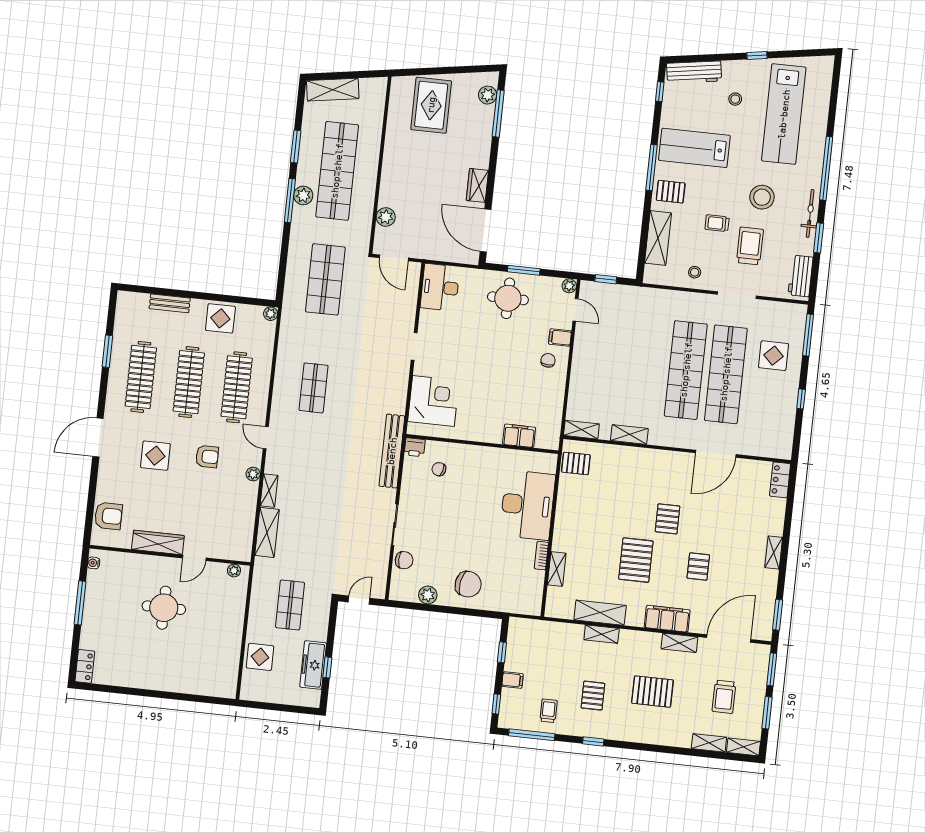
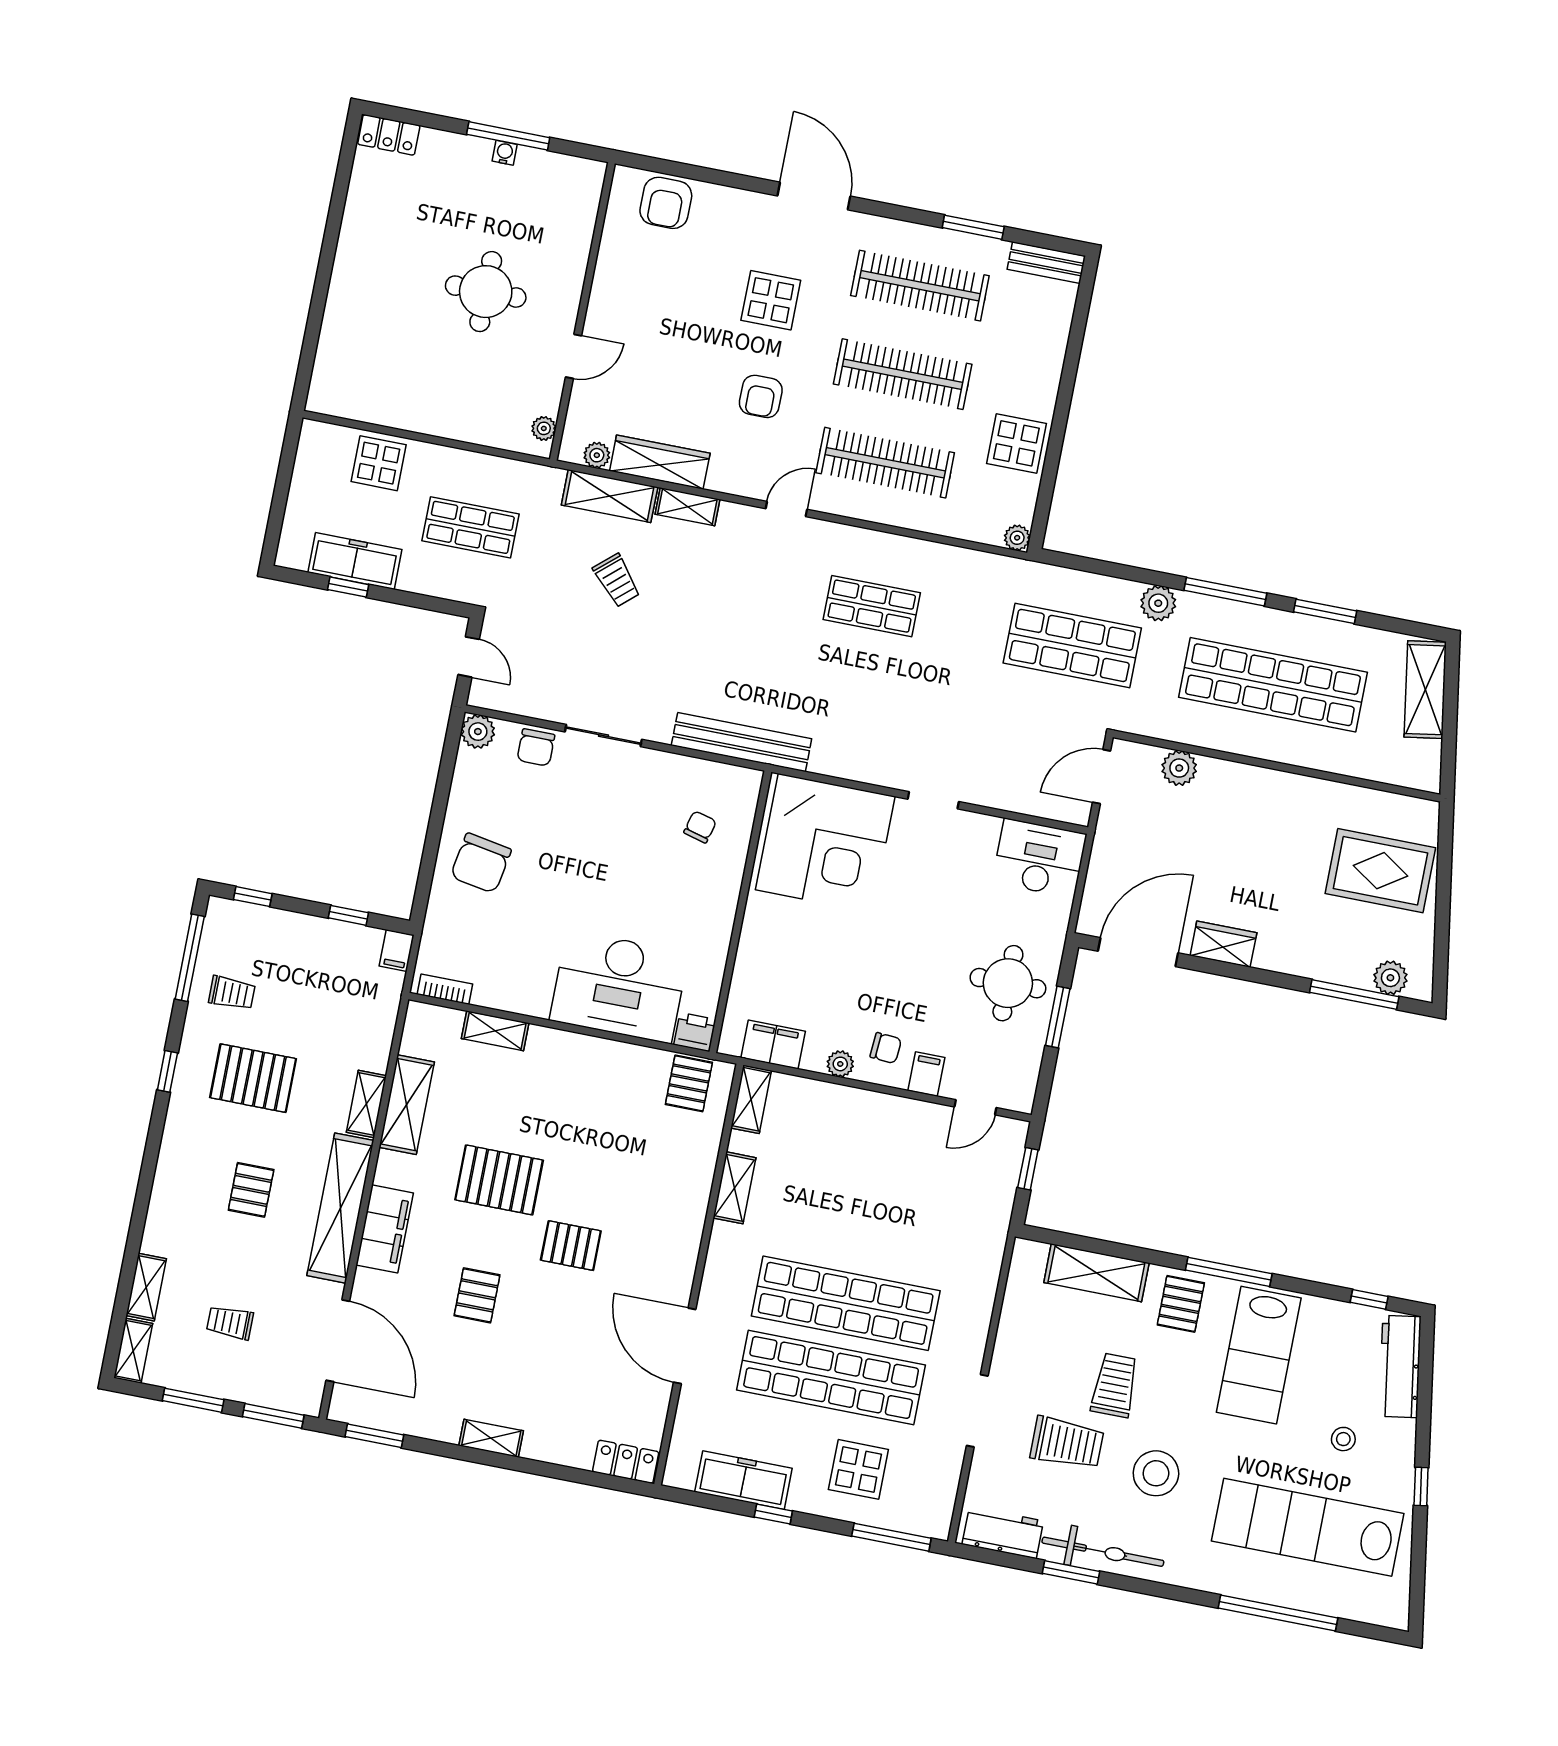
lab bench: (694, 148) -> (1259, 1355), turned 180
window: (826, 168) -> (1278, 1613), moved
plant: (303, 195) -> (1158, 603), moved
bicycle: (810, 213) -> (1103, 1552), width x1.37, depth x1.40
trolley: (717, 223) -> (1115, 1385), width x1.36, depth x1.39
stool: (695, 272) -> (1027, 1336), removed
plant: (569, 286) -> (840, 1064), moved
bench: (170, 303) -> (1046, 263), moved, turned 90
corner desk: (433, 401) -> (825, 843), width x1.36, depth x1.36
freezer: (784, 416) -> (743, 1480), added
filing cabinet: (519, 436) -> (773, 1045), moved, turned -90
printer: (415, 447) -> (695, 1032), moved, turned 90
plant: (253, 474) -> (597, 455), moved
trolley: (312, 525) -> (617, 580), added
wardrobe: (158, 542) -> (660, 462), moved, turned -90
bookcase: (541, 556) -> (445, 989), moved
door: (194, 558) -> (574, 356), swing flipped
water cooler: (94, 563) -> (505, 153), moved
pallet: (698, 567) -> (477, 1295), turned 90
plant: (428, 595) -> (478, 732), moved
shelving: (679, 643) -> (340, 1208), width x2.20, depth x1.33
filing cabinet: (512, 680) -> (397, 951), moved
pallet: (652, 692) -> (251, 1190), width x0.67, depth x0.71
pallet: (593, 696) -> (253, 1078), width x1.50, depth x1.42
trolley: (724, 697) -> (230, 1323), width x0.73, depth x0.72

